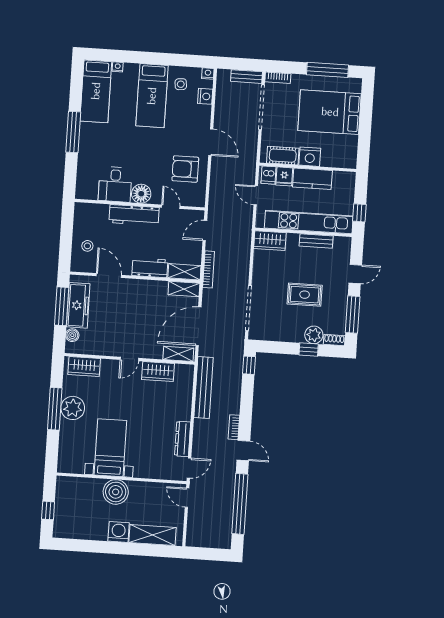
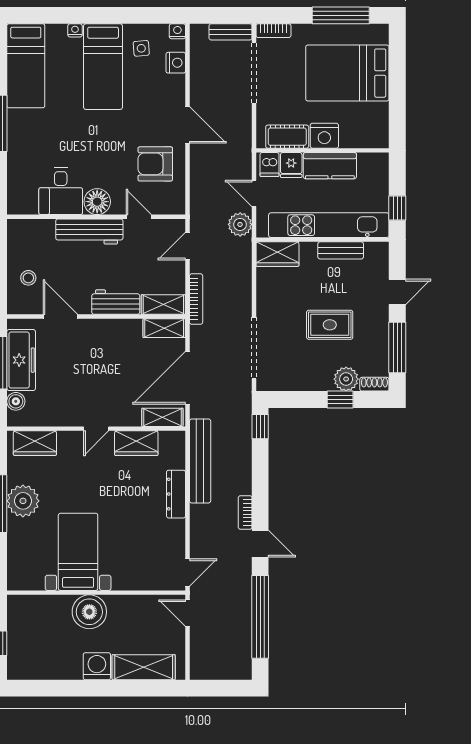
nightstand: (118, 67) -> (75, 30), moved
plant: (244, 217) -> (240, 224), added
dresser: (183, 439) -> (176, 494), moved

